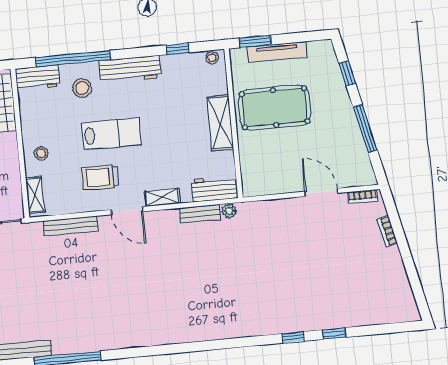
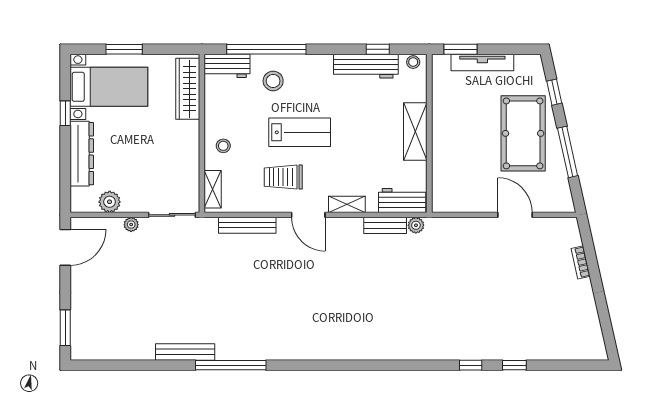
workbench: (130, 69) -> (366, 66), moved
pool table: (275, 108) -> (523, 133), moved, turned 90
bookcase: (363, 196) -> (558, 223), removed

